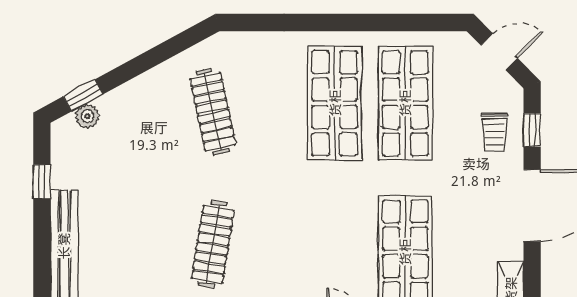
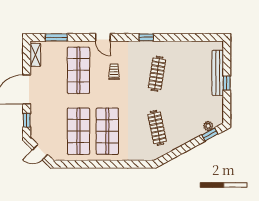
trolley: (494, 132) -> (114, 72), moved
window: (42, 182) -> (227, 83), moved

